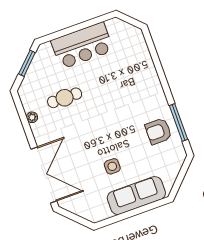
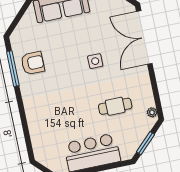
plant: (32, 117) -> (152, 112), moved
side table: (112, 166) -> (95, 61), moved

